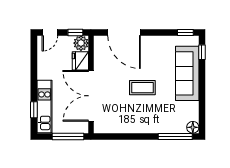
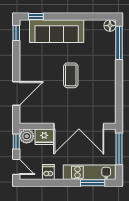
door: (124, 32) -> (16, 93), width x0.73
dishwasher: (45, 65) -> (48, 172), added
window: (34, 110) -> (93, 183), width x1.50

